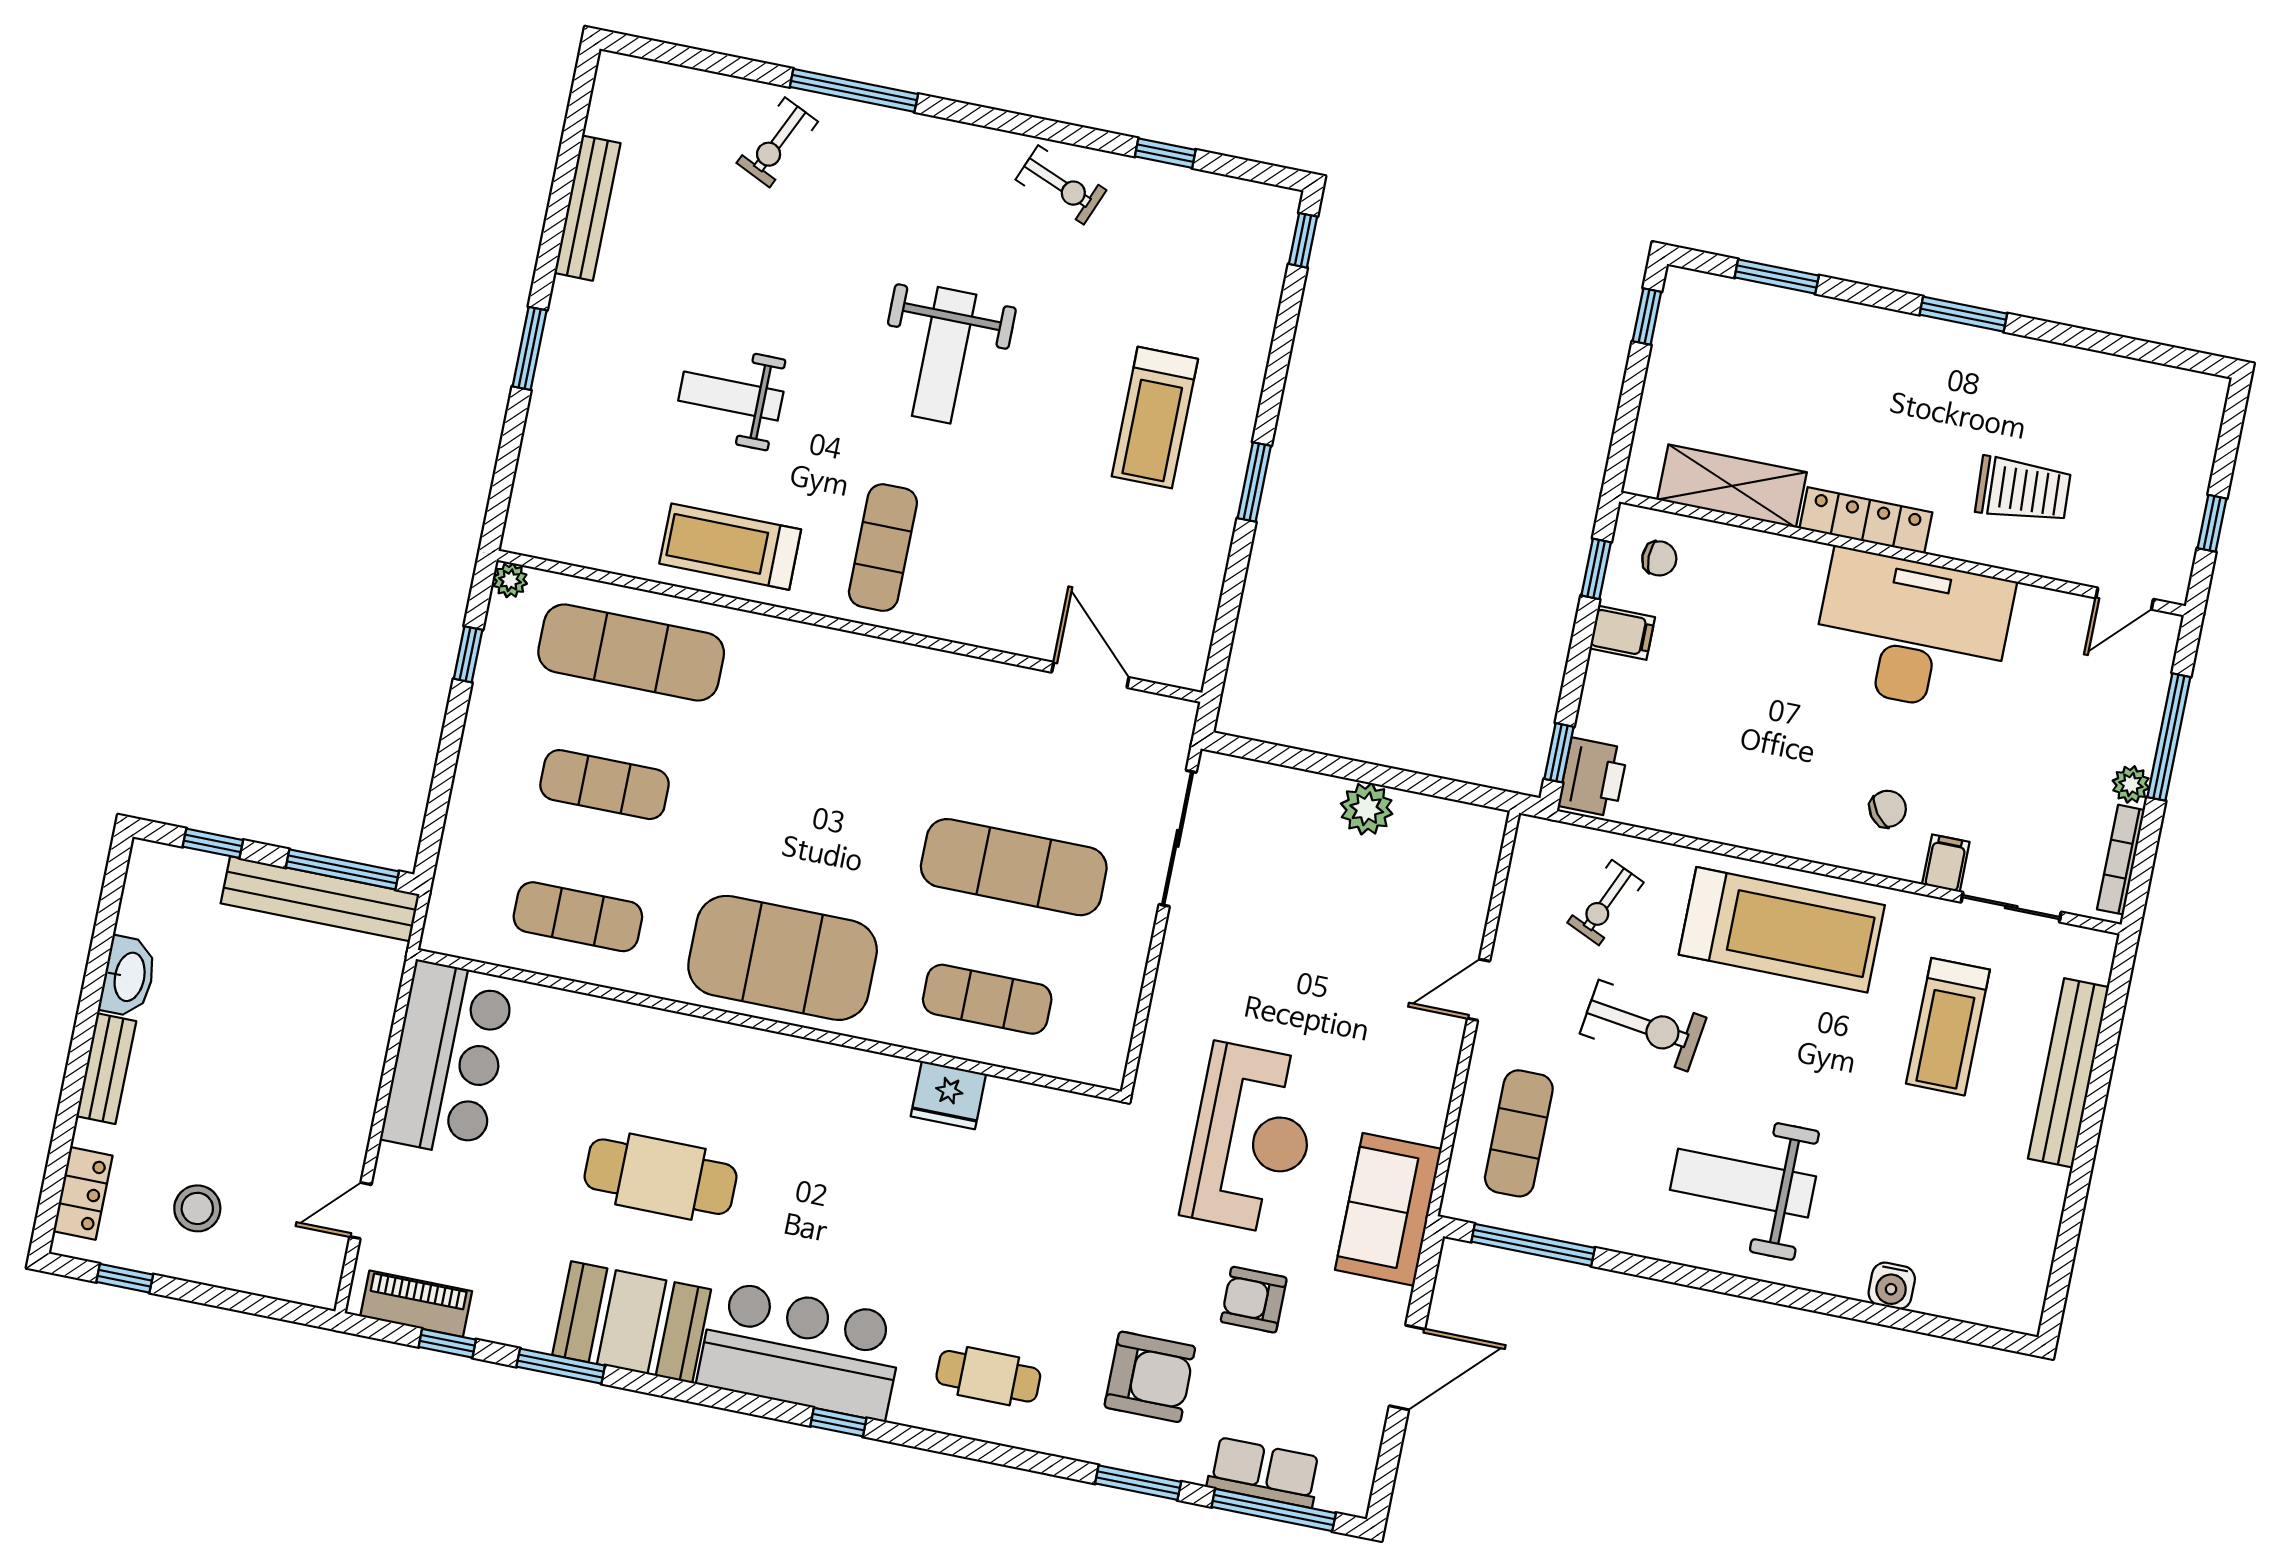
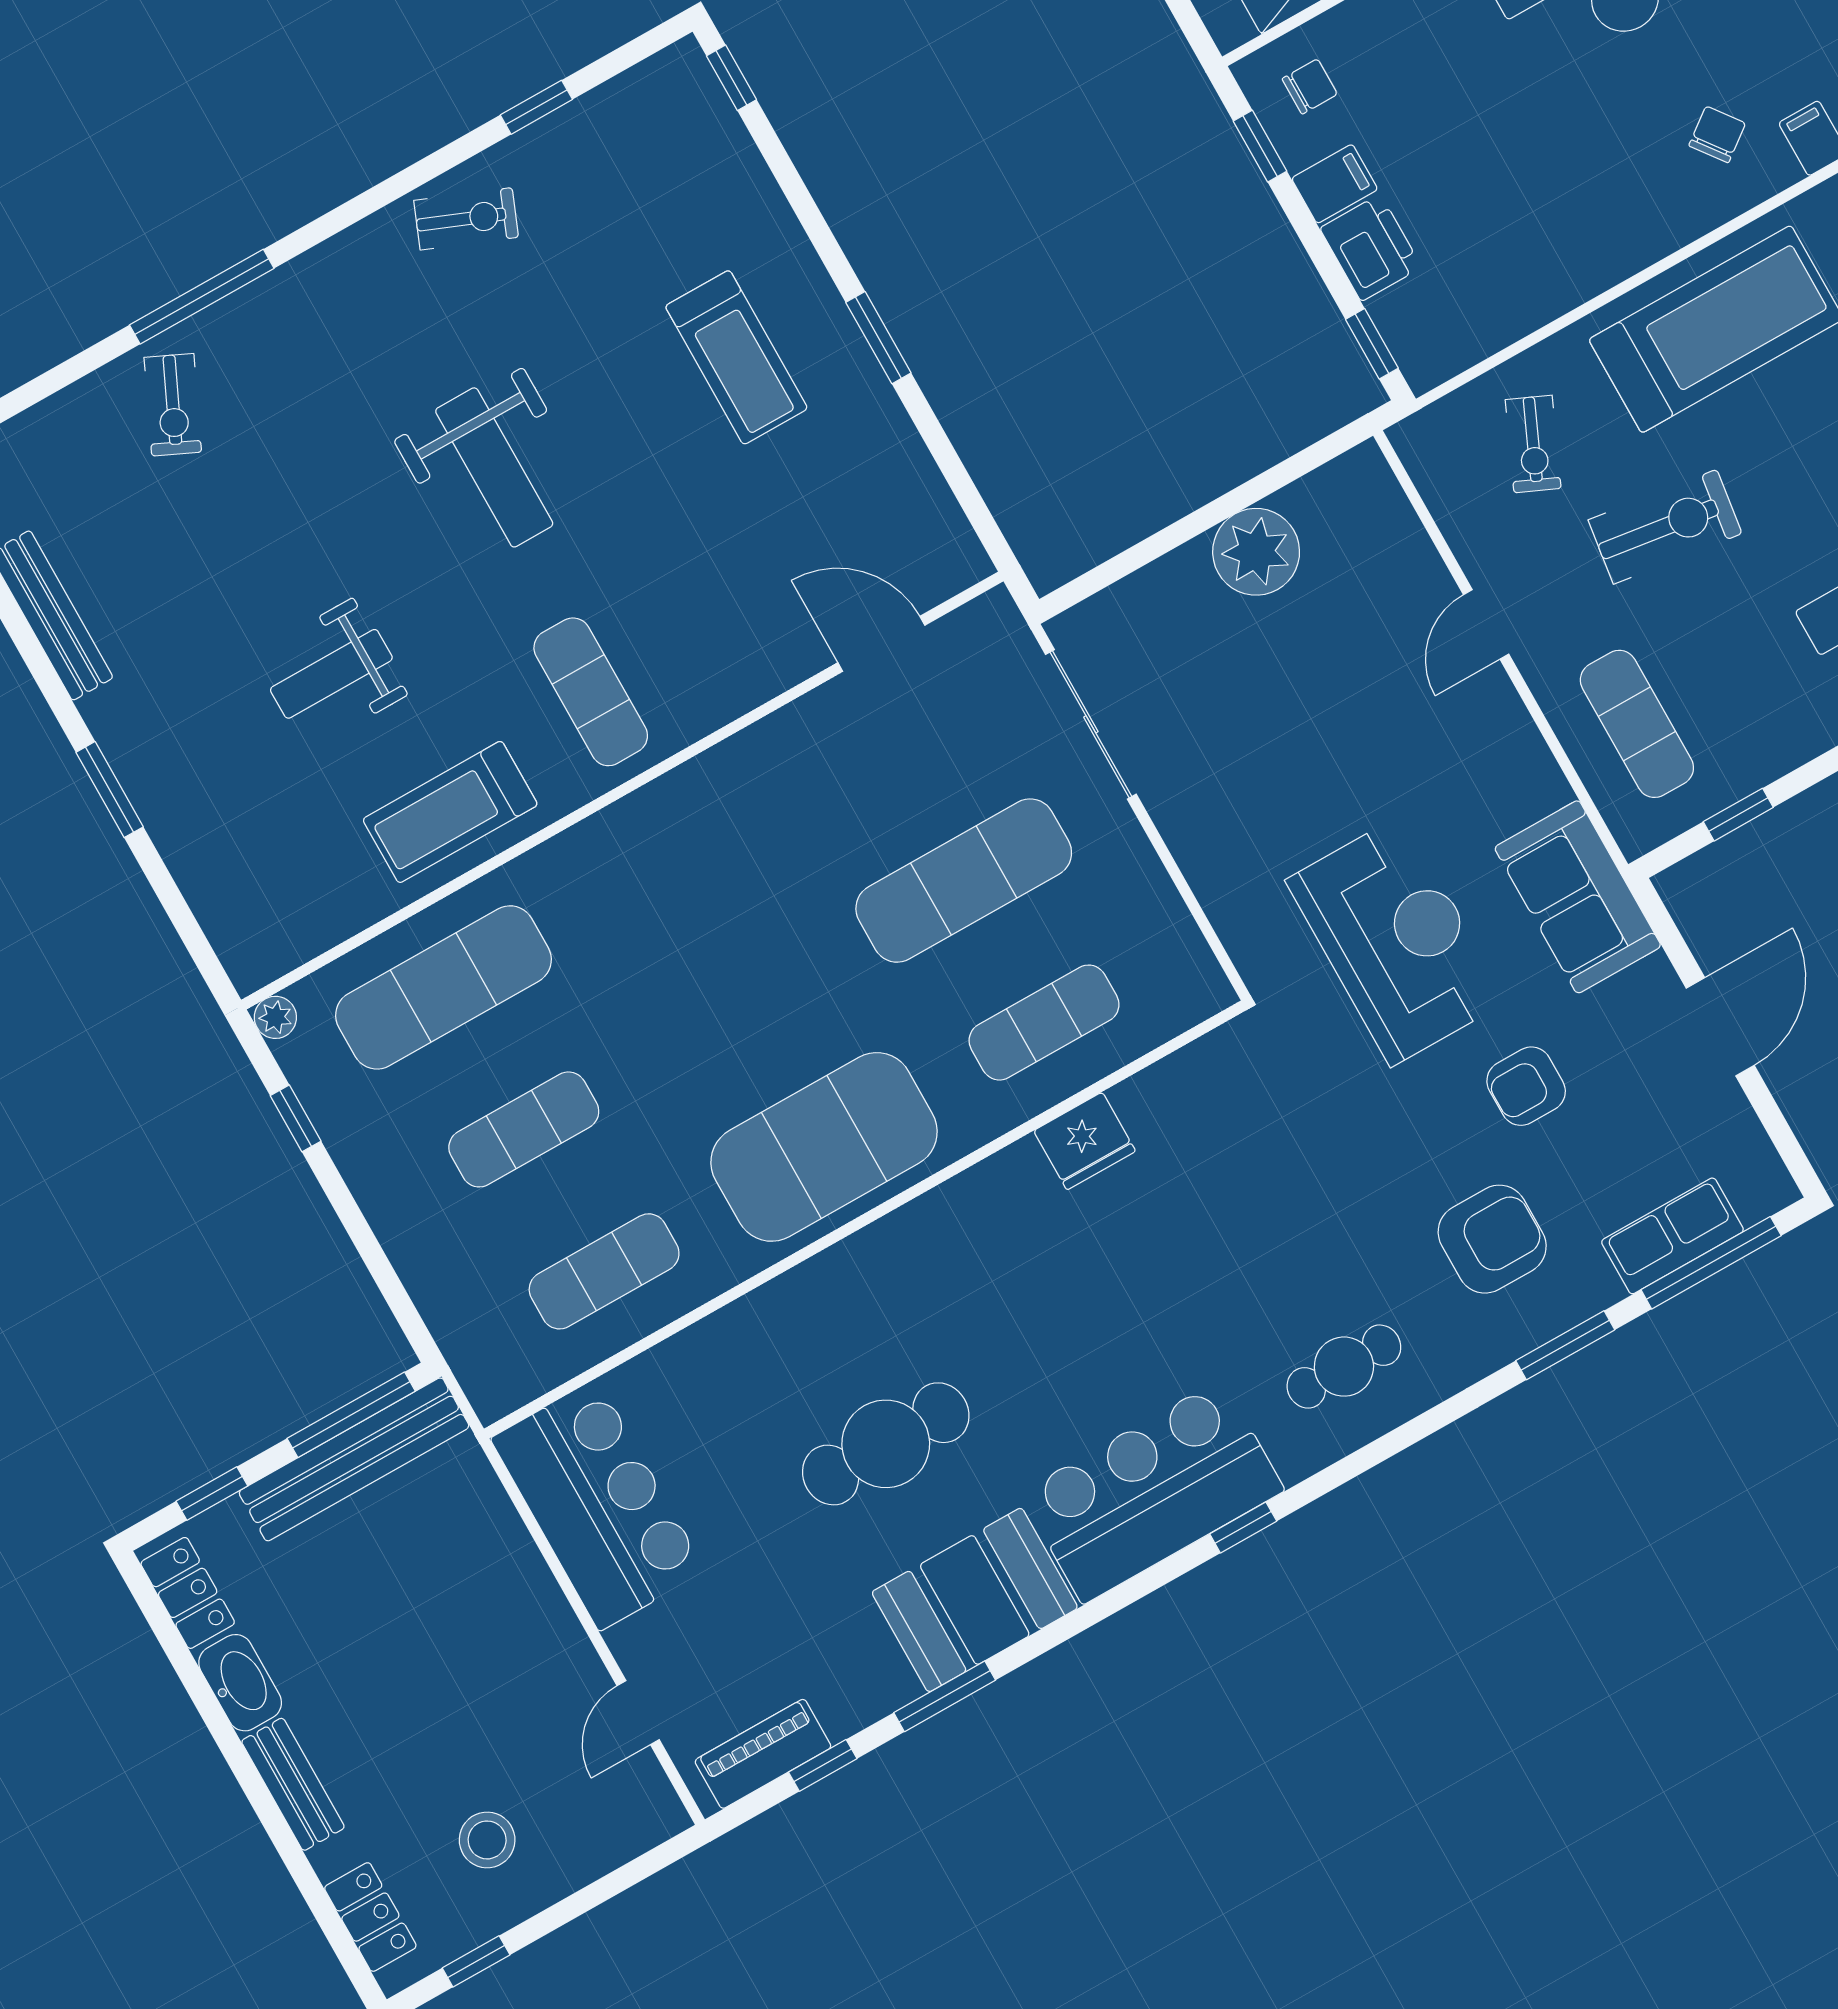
printer: (1593, 777) -> (1371, 248), moved
plant: (1367, 809) -> (1256, 552), width x1.36, depth x1.36
locker: (144, 892) -> (188, 1593), added
window: (1533, 1245) -> (1738, 815), width x0.46

